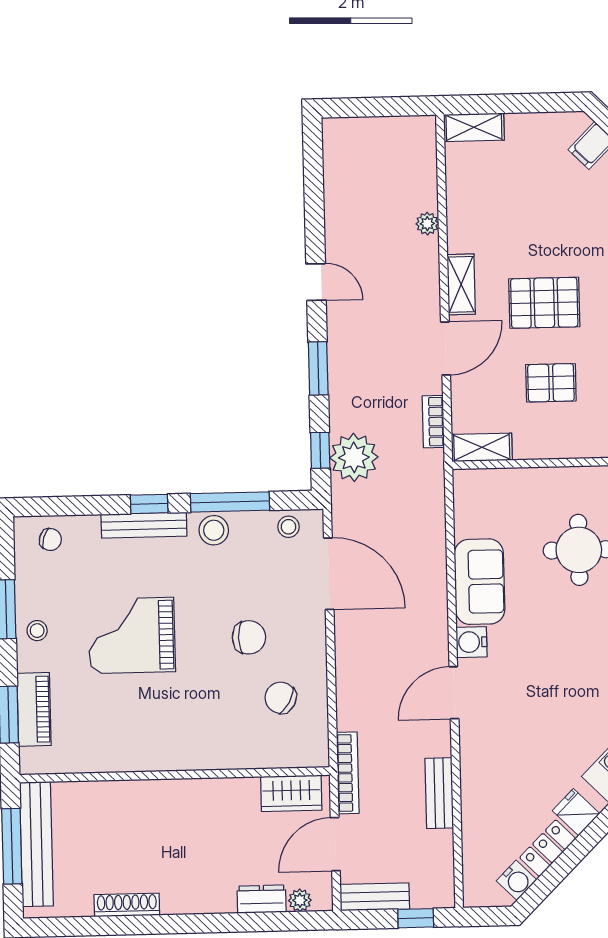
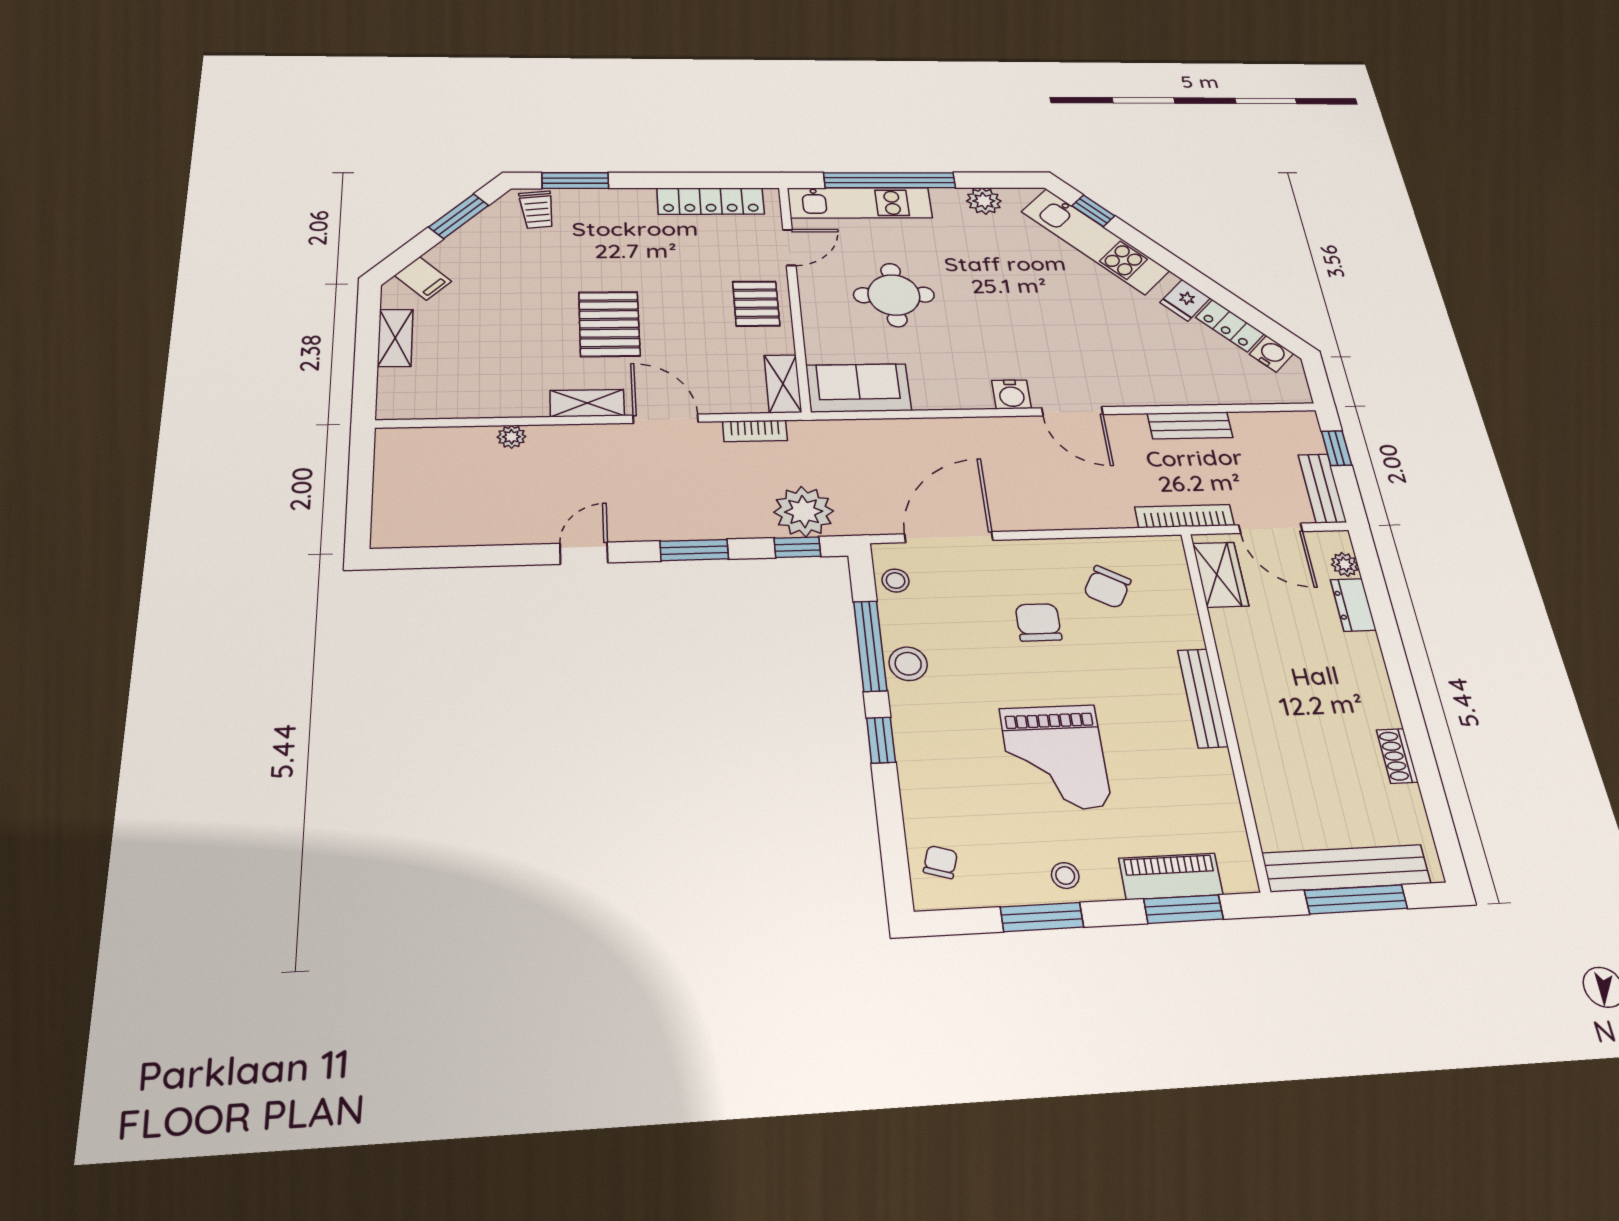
shelving: (474, 127) -> (395, 338), moved
pallet: (551, 383) -> (756, 304), moved
bench: (144, 525) -> (1203, 698), moved
sofa: (480, 582) -> (859, 388), moved
shoe rack: (127, 905) -> (1397, 756), width x0.70

